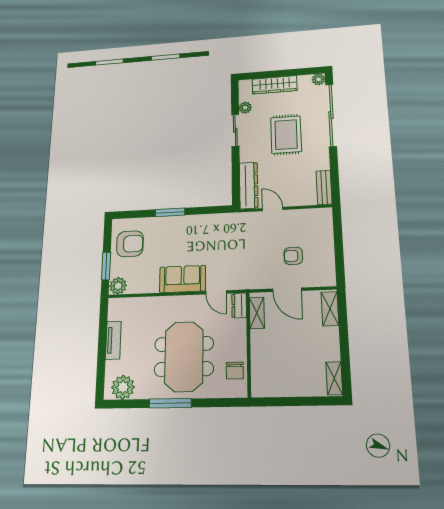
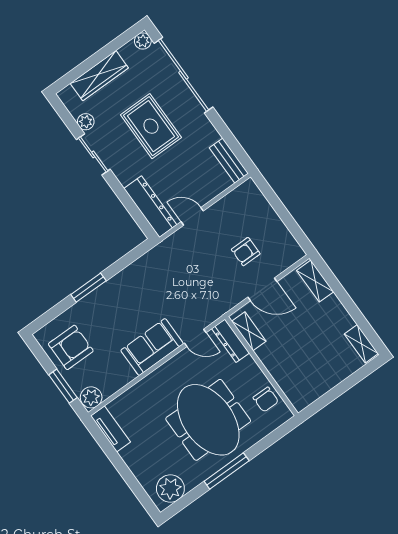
dresser: (239, 305) -> (231, 341), width x1.44
tv unit: (113, 340) -> (110, 429), moved

